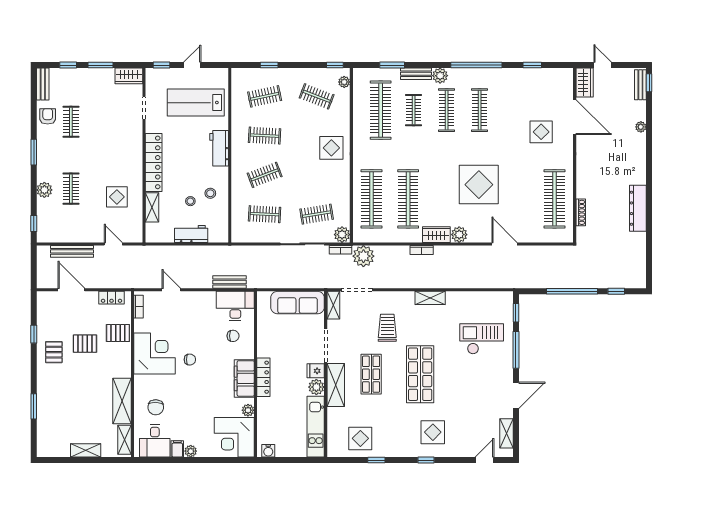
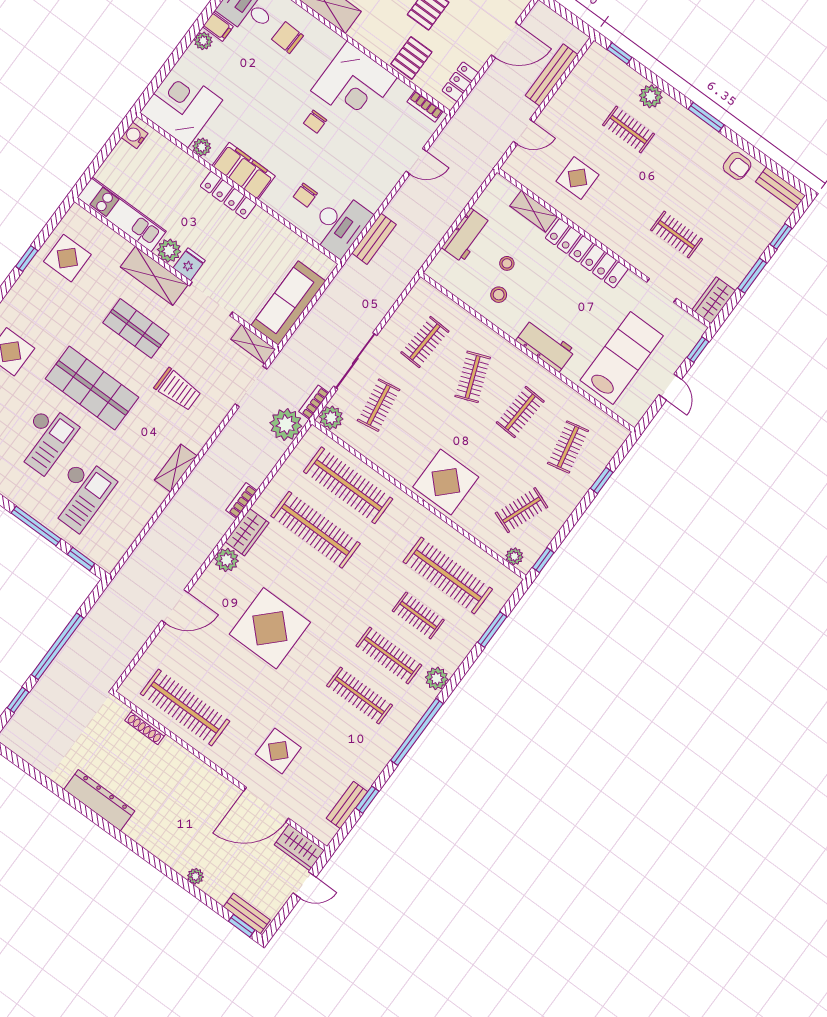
bench: (416, 74) -> (347, 805), moved
clothes rail: (71, 122) -> (676, 235), moved
display table: (331, 148) -> (446, 482), width x1.36, depth x1.36
checkout: (466, 379) -> (45, 439), added

